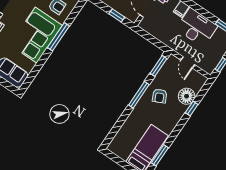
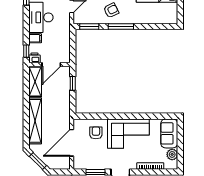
window: (58, 37) -> (118, 116), removed

